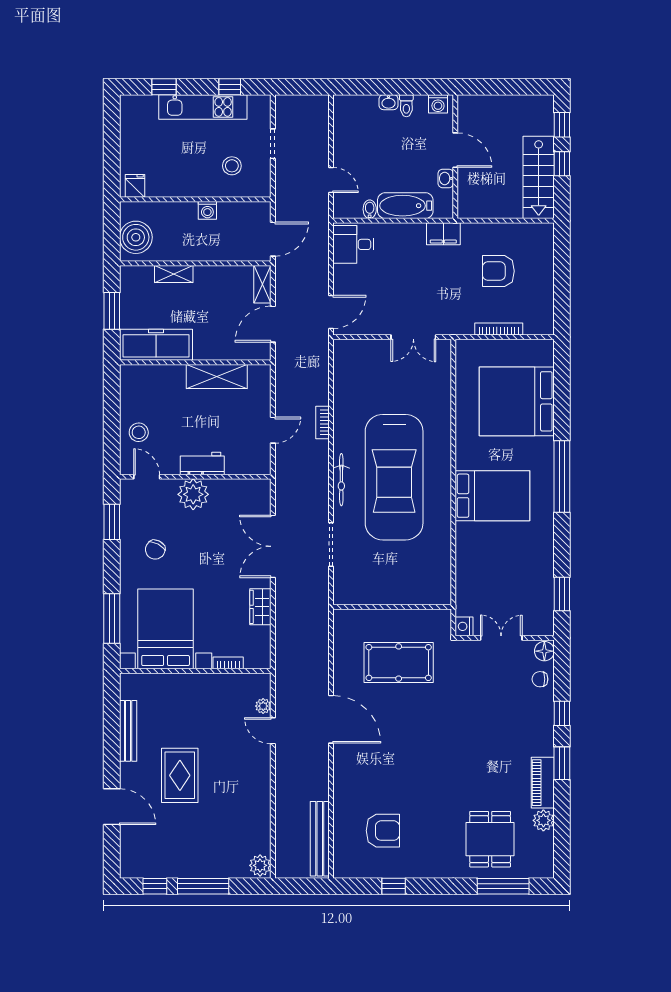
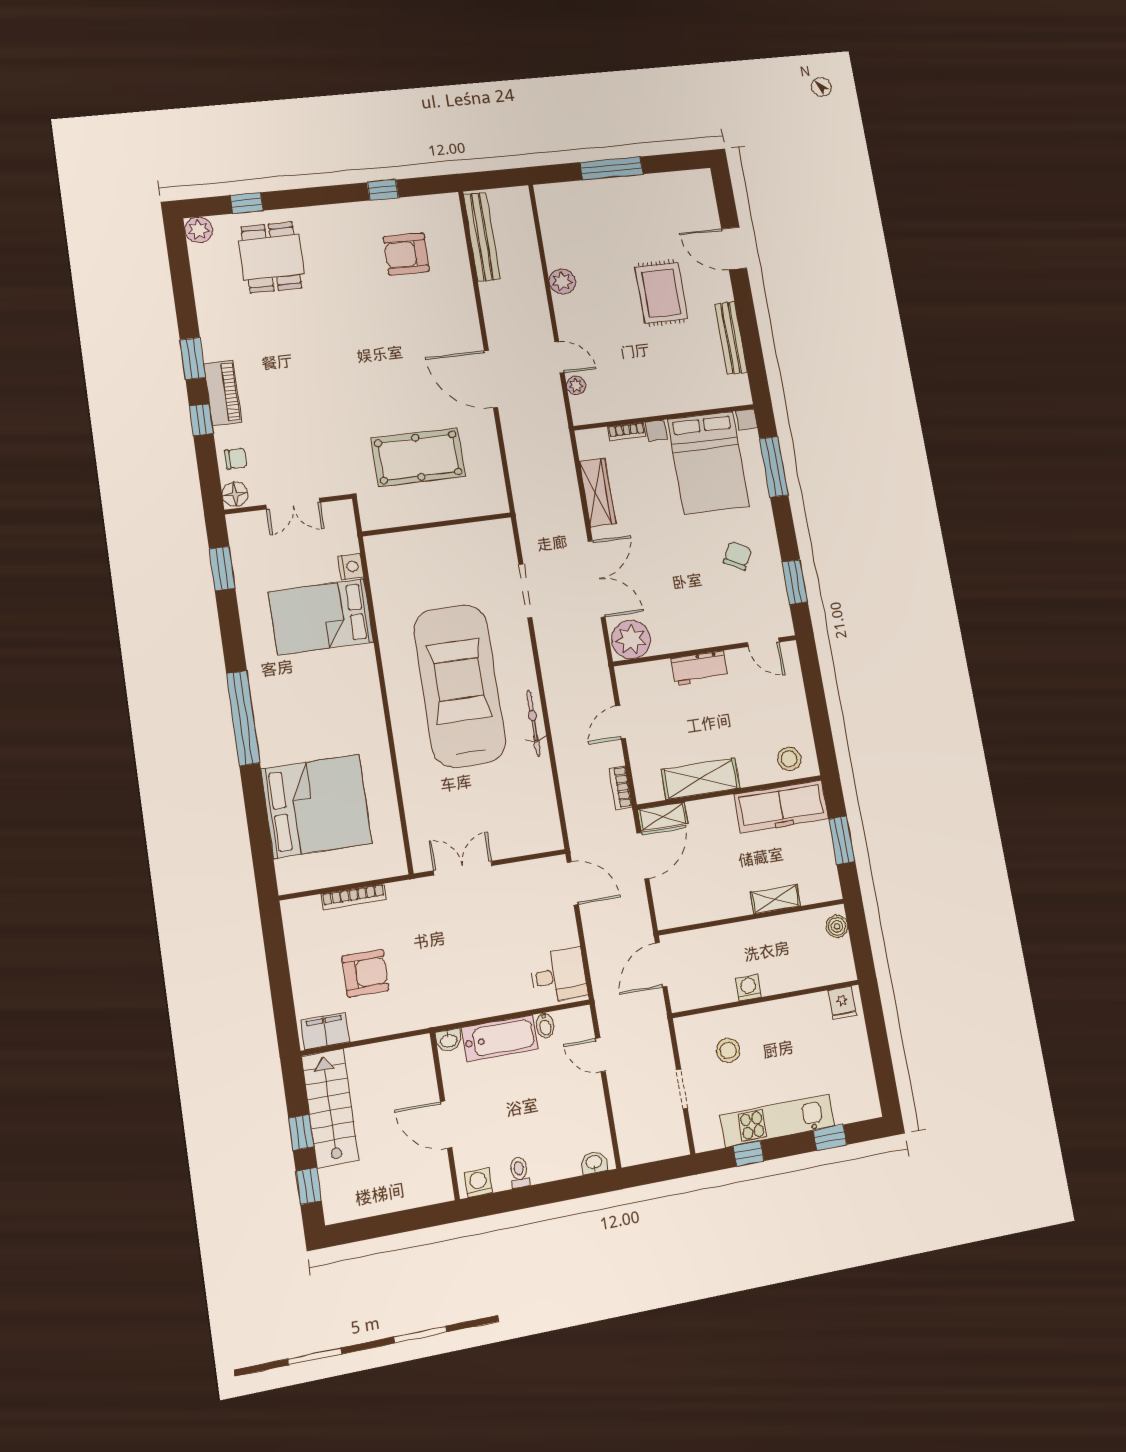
washbasin: (389, 102) -> (594, 1163), moved
washbasin: (446, 178) -> (449, 1040), moved, turned 90
filing cabinet: (443, 234) -> (325, 1031), moved
boiler: (136, 237) -> (837, 926), width x0.54, depth x0.54
shelving: (262, 284) -> (663, 816), moved, turned 90
door: (331, 312) -> (573, 883), swing flipped
bookcase: (323, 422) -> (621, 787), moved, turned 180
stool: (139, 432) -> (789, 759), moved
bicycle: (341, 480) -> (534, 723), moved
plant: (193, 494) -> (631, 639), moved
bed: (492, 496) -> (321, 617), moved
wardrobe: (260, 607) -> (598, 493), width x1.50
nightstand: (464, 626) -> (351, 567), moved
piano: (543, 783) -> (223, 393), moved
plant: (543, 820) -> (199, 230), moved
plant: (260, 865) -> (562, 281), moved
window: (155, 886) -> (668, 163), removed
window: (503, 886) -> (247, 203), width x0.46

